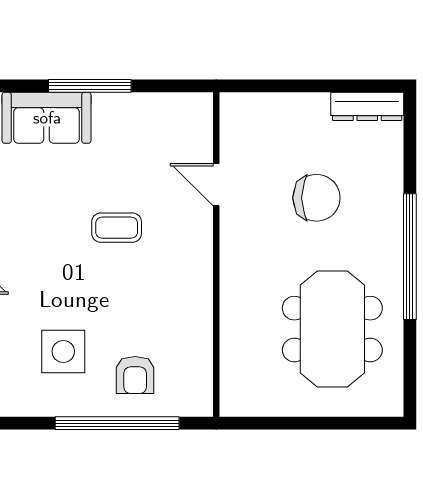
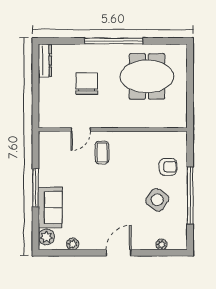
coffee table: (117, 228) -> (102, 152), moved
side table: (63, 351) -> (157, 200), turned 36
window: (117, 423) -> (190, 195), moved

